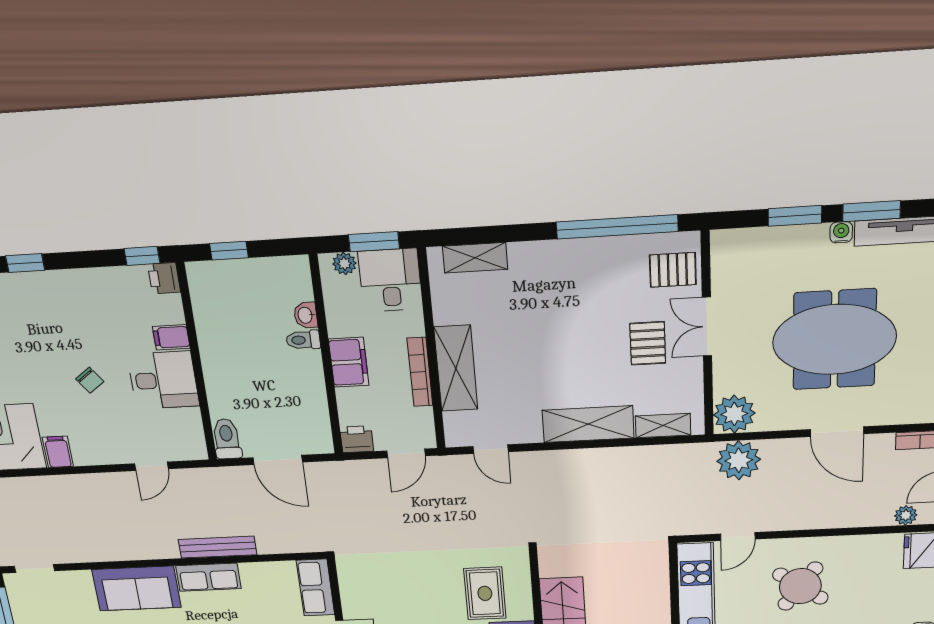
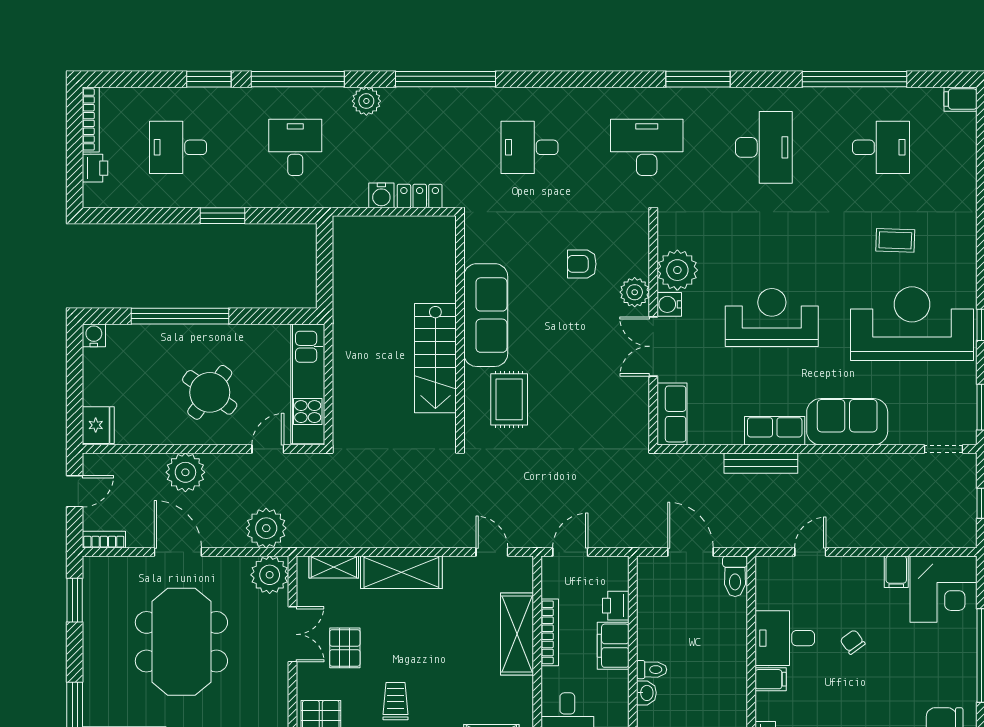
trolley: (587, 290) -> (396, 701), added
double door: (707, 327) -> (292, 634), moved
meeting table: (834, 340) -> (181, 642), turned 90
printer: (357, 439) -> (616, 606), moved, turned 90
plant: (906, 515) -> (185, 472), moved, width x1.88, depth x1.88

